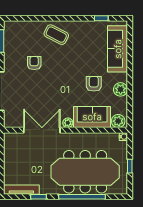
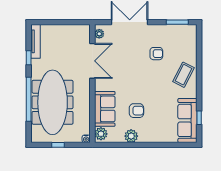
sofa: (118, 49) -> (187, 120), moved, turned -90
plant: (68, 123) -> (99, 34), moved

